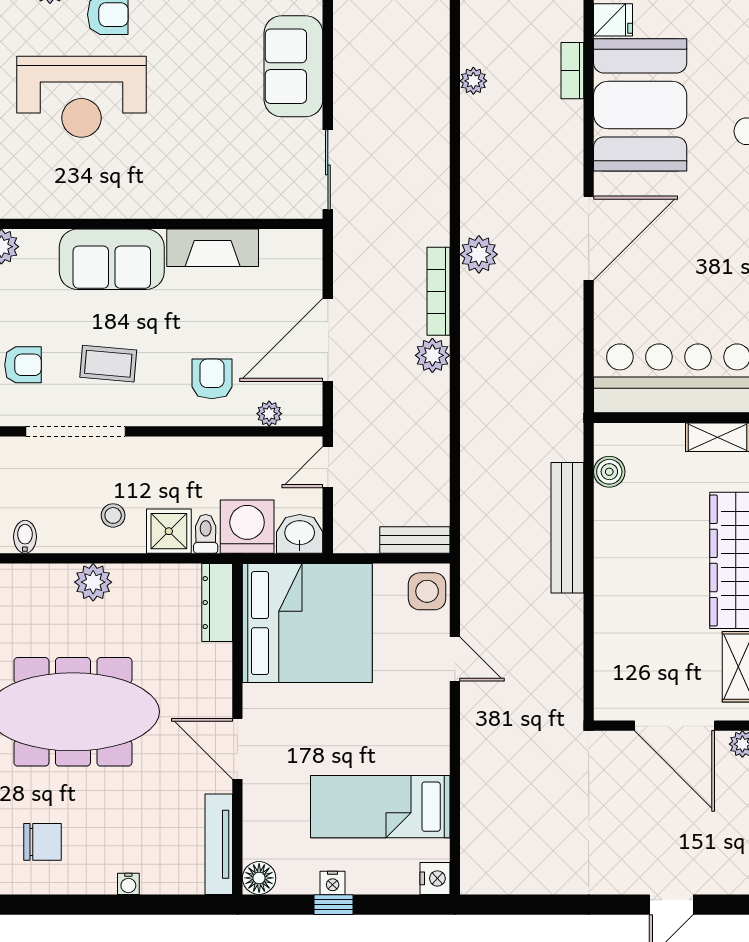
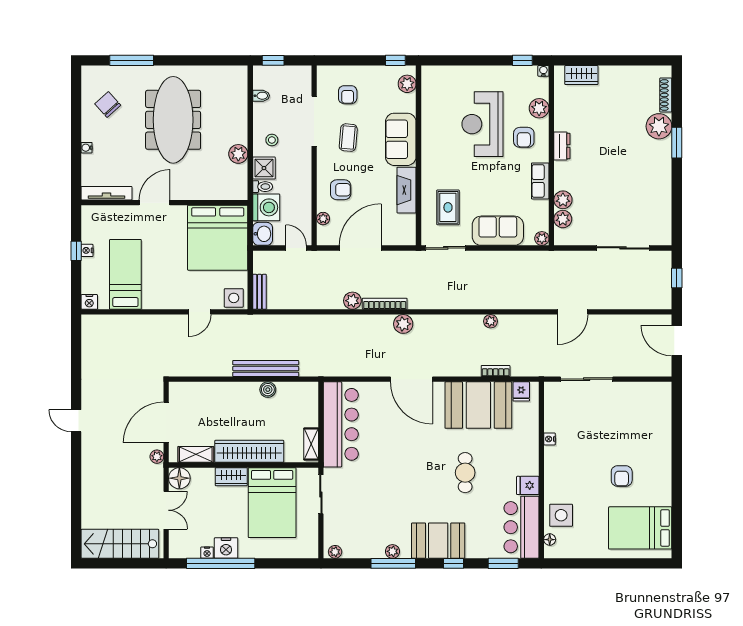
rug: (247, 165) -> (448, 207), added
door: (328, 340) -> (360, 248), hinge flipped
boiler: (609, 472) -> (268, 390), moved
plant: (93, 582) -> (238, 154), moved
dresser: (217, 603) -> (228, 192), removed
chair: (42, 842) -> (108, 104), turned 138
floor lamp: (259, 878) -> (90, 213), removed

